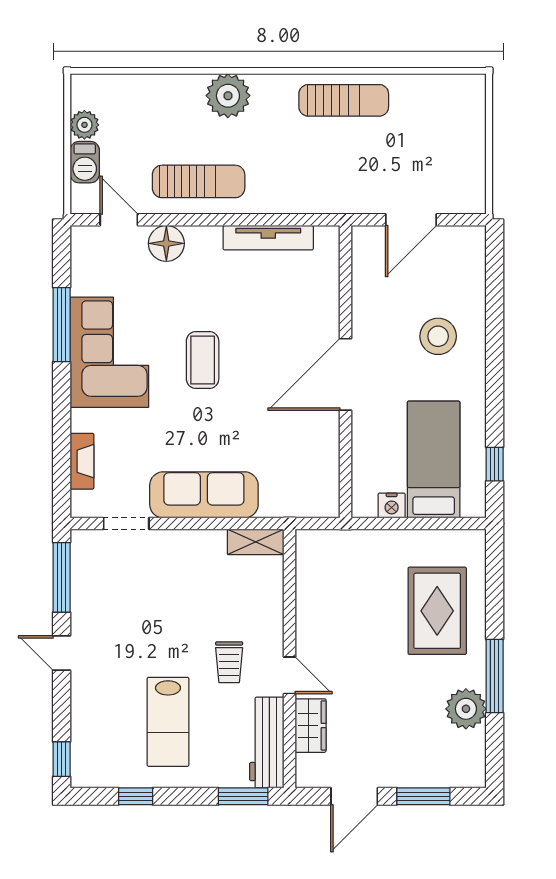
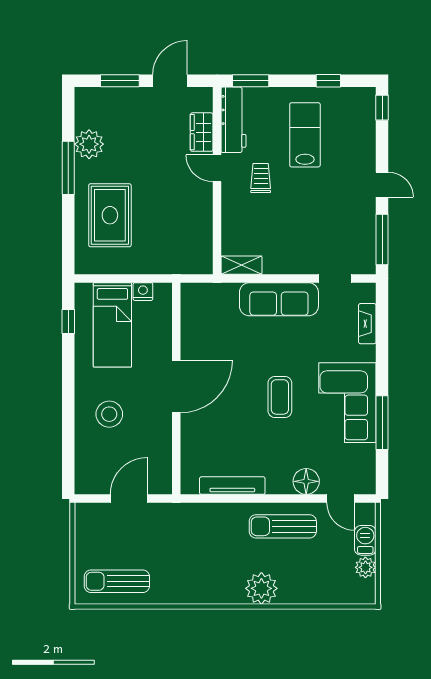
sun lounger: (344, 100) -> (117, 581), moved

